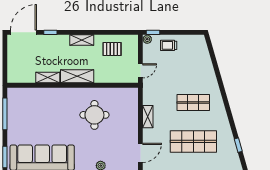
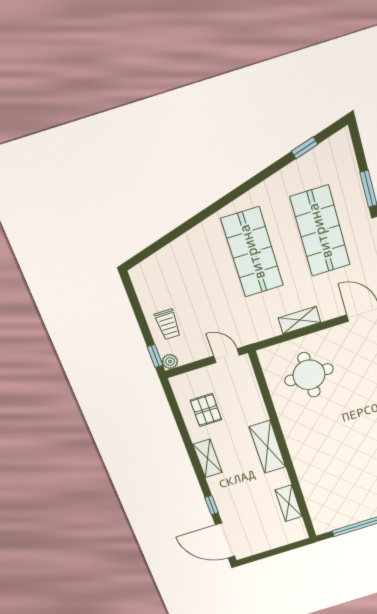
shelving: (48, 78) -> (289, 503), moved
shop shelf: (193, 102) -> (252, 252), width x1.43, depth x1.36
round table: (94, 115) -> (309, 375), moved

